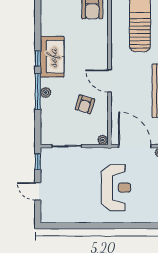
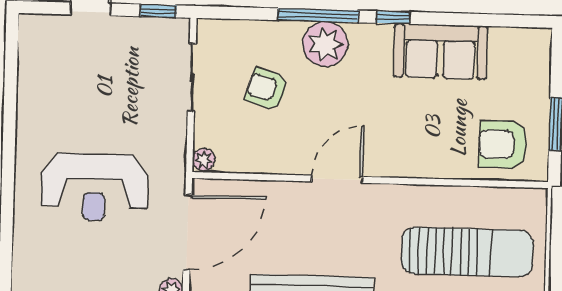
sofa: (52, 57) -> (441, 52), moved
plant: (46, 93) -> (325, 44), width x1.87, depth x1.87
armchair: (85, 104) -> (267, 89), moved

